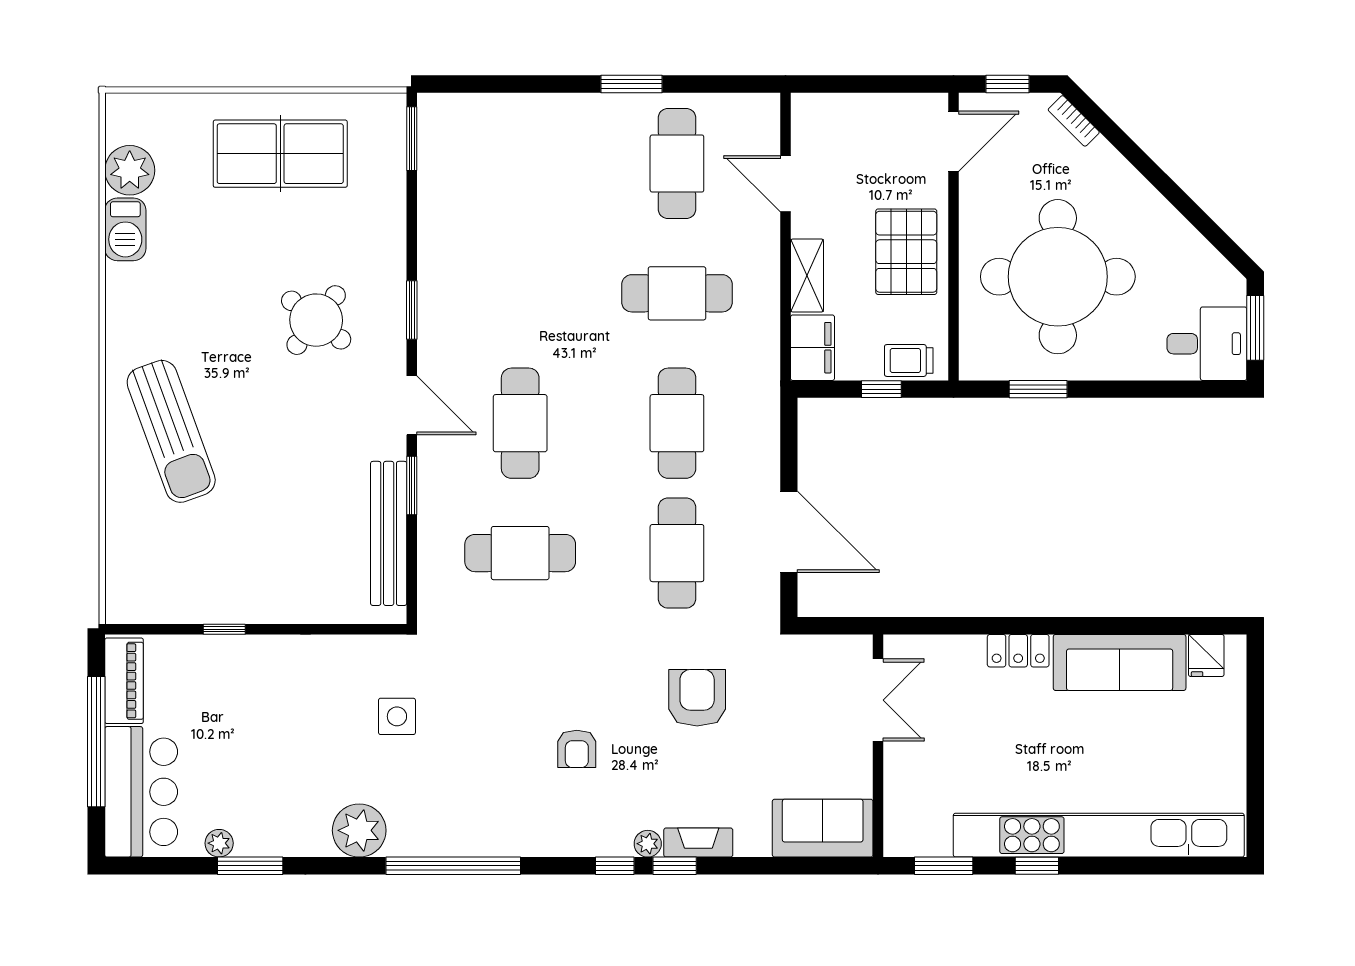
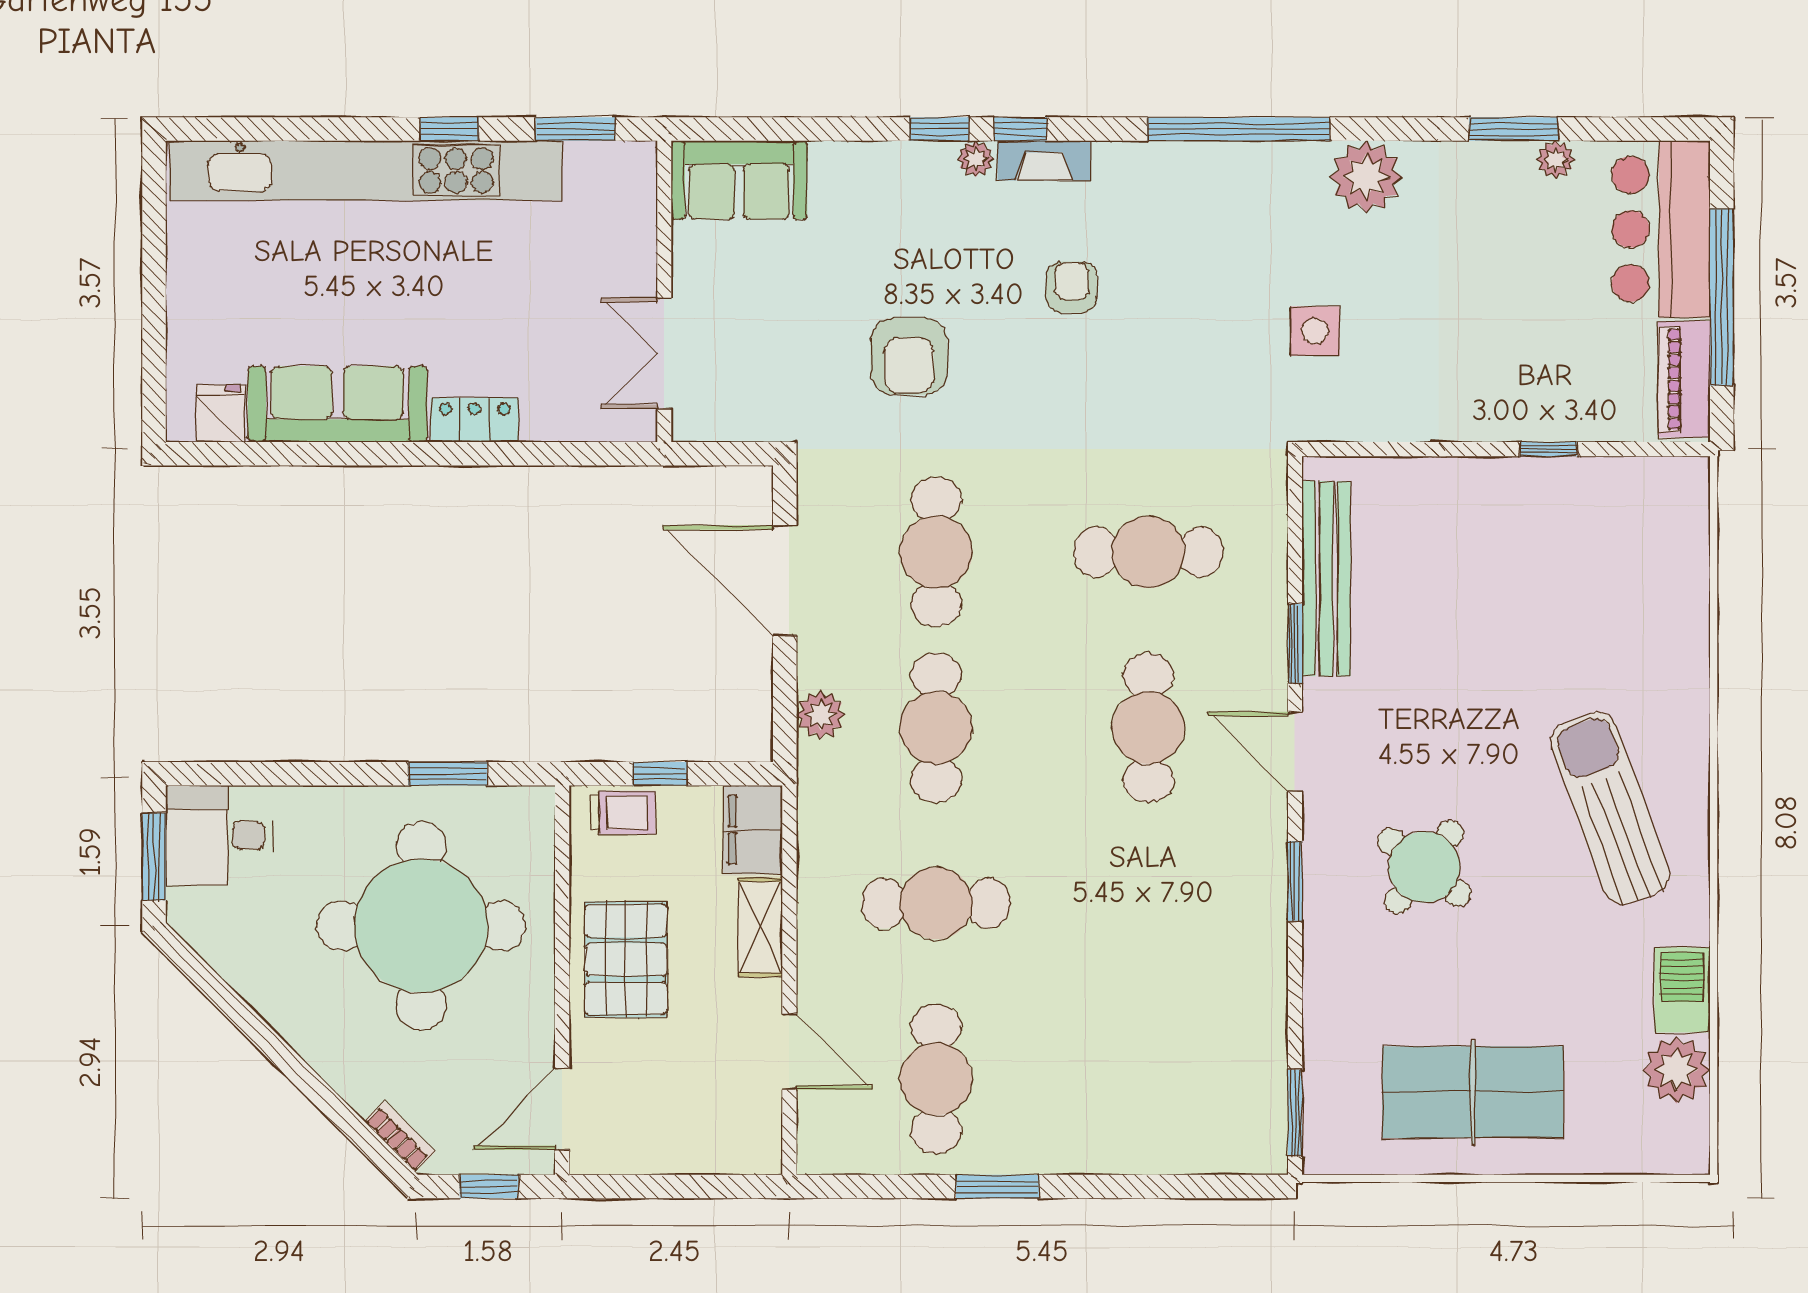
sun lounger: (171, 431) -> (1610, 808), moved
plant: (762, 433) -> (821, 715), added
fireplace: (698, 842) -> (1044, 161), moved

